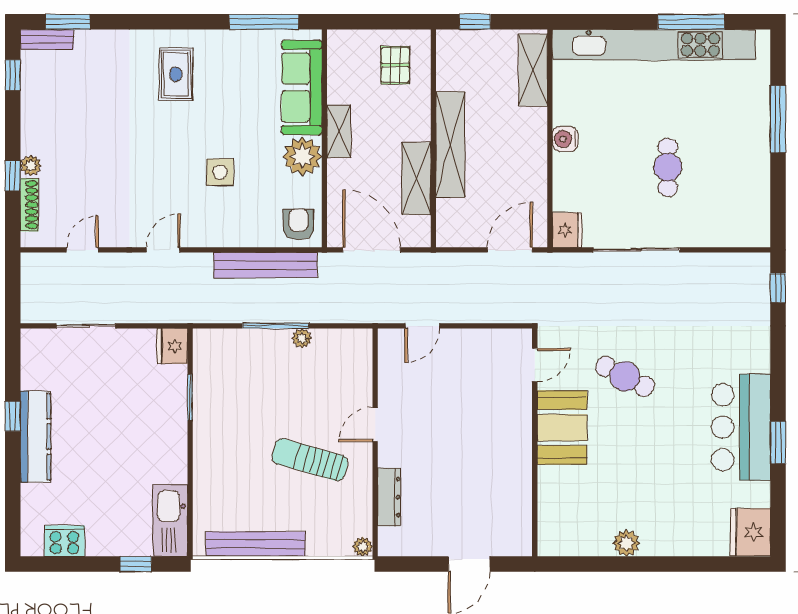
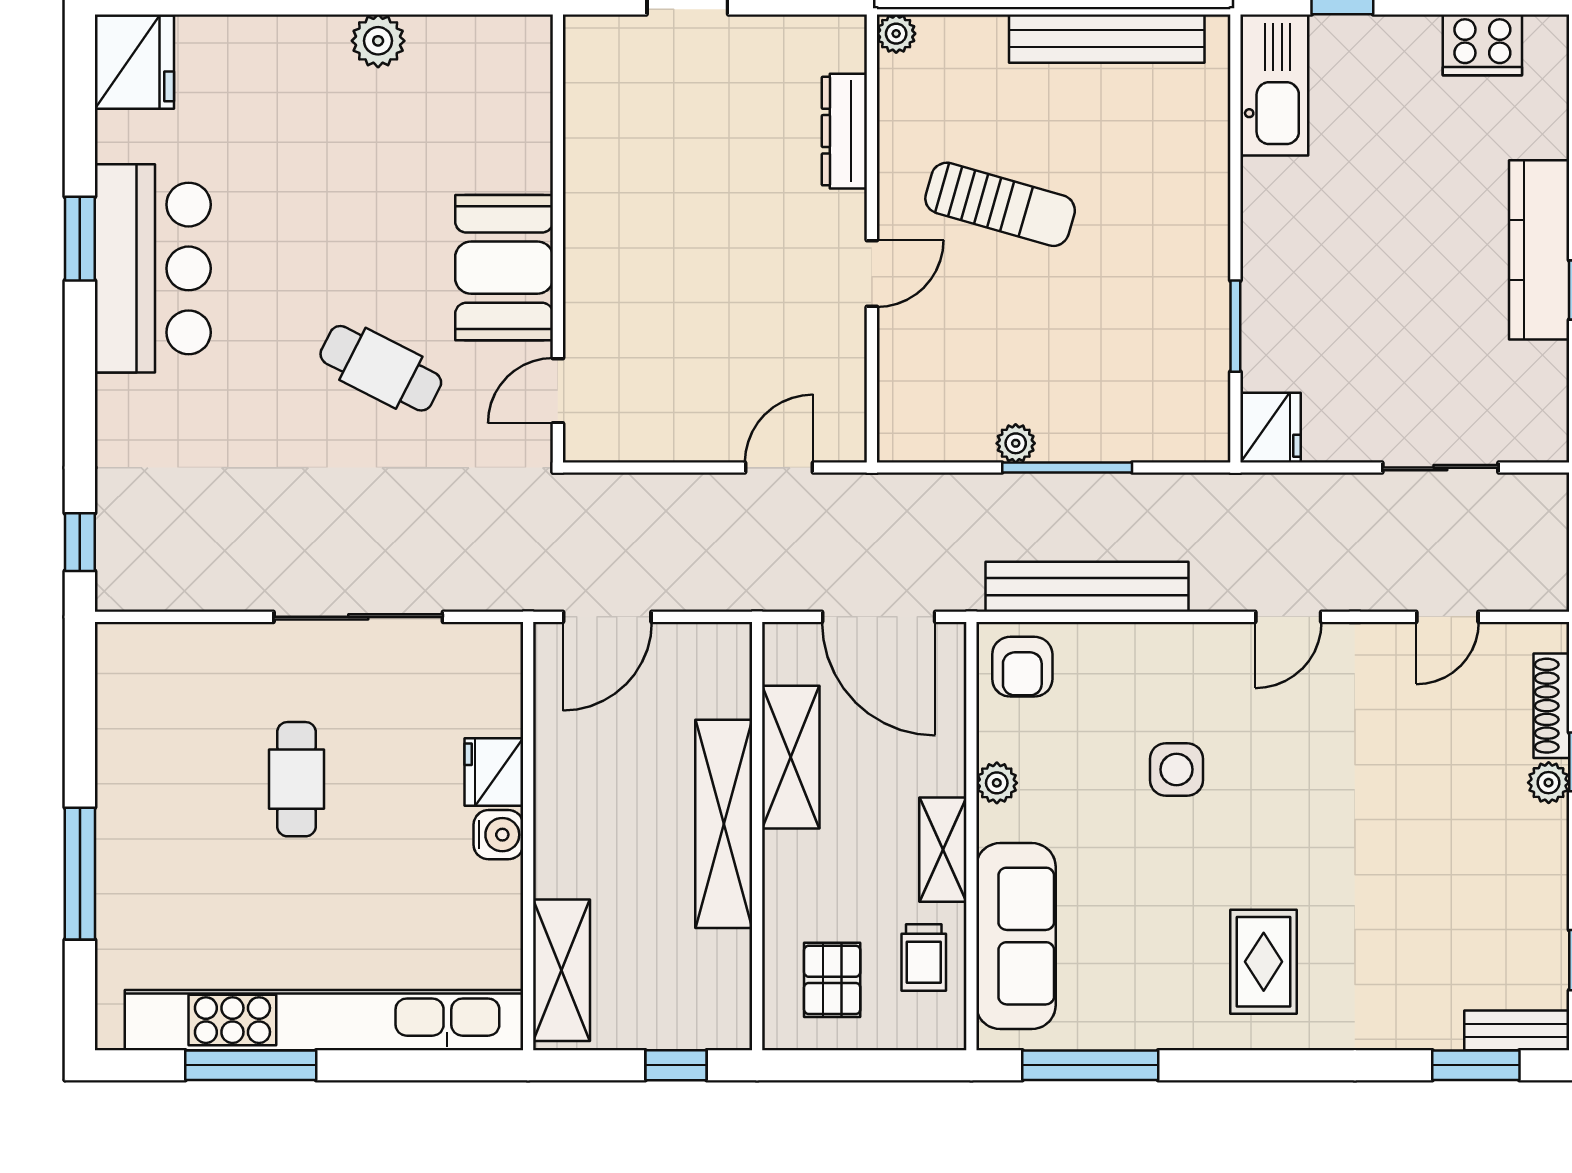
trolley: (349, 76) -> (924, 958), added
plant: (302, 156) -> (997, 783), width x0.53, depth x0.53
fridge: (567, 230) -> (494, 772), moved

